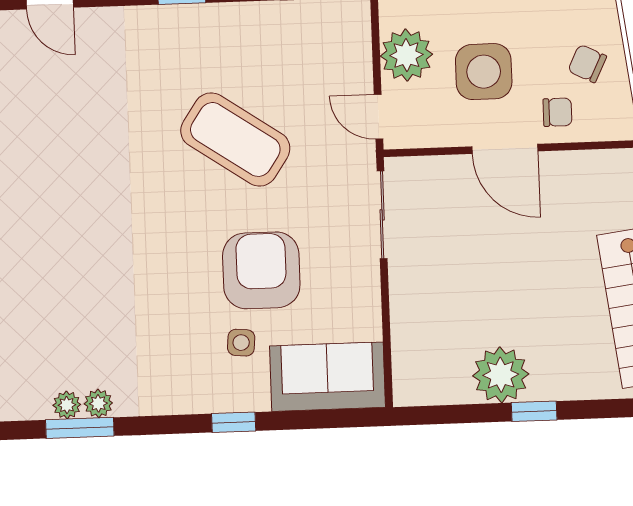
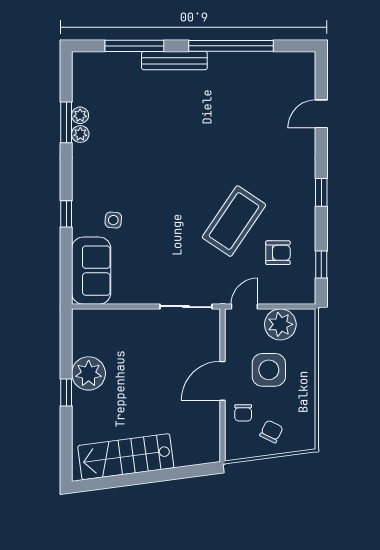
armchair: (261, 270) -> (278, 253), moved, width x0.53, depth x0.53

